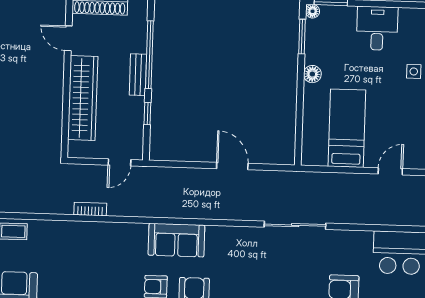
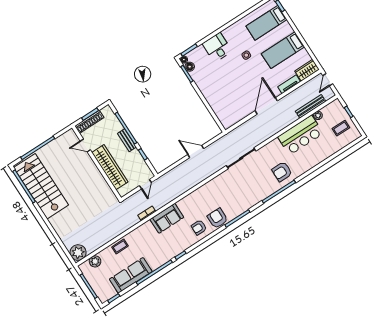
floor lamp: (312, 74) -> (190, 67), moved
bed: (347, 128) -> (234, 100), removed
door: (390, 171) -> (266, 106), width x1.87
sofa: (176, 240) -> (167, 218), moved

